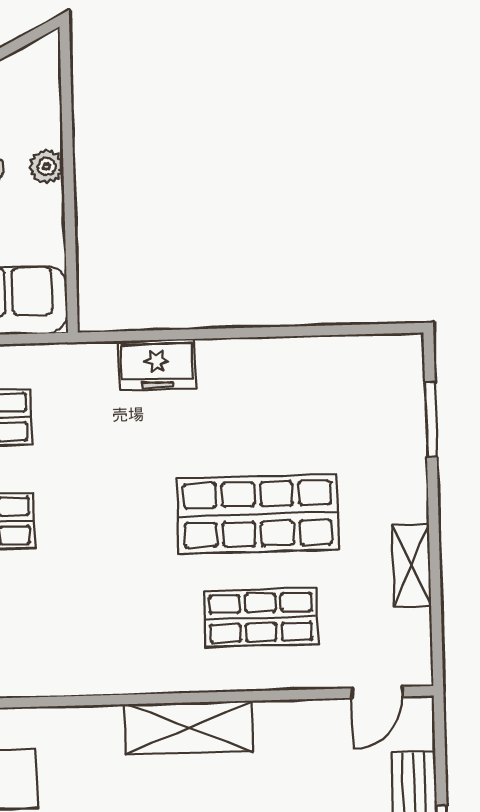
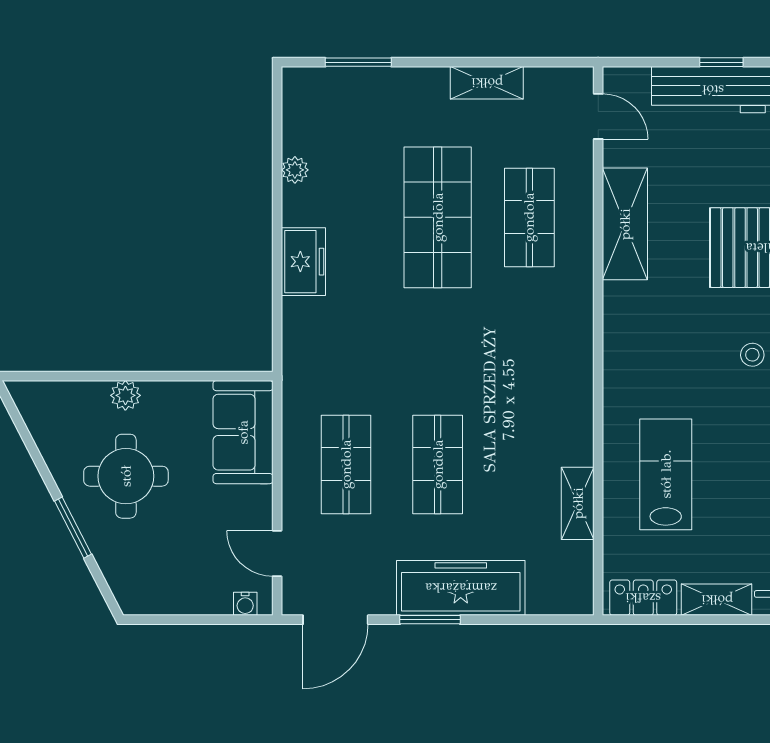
plant: (307, 351) -> (295, 170), added
freezer: (157, 365) -> (303, 262), moved
shelving: (189, 728) -> (625, 224), moved

